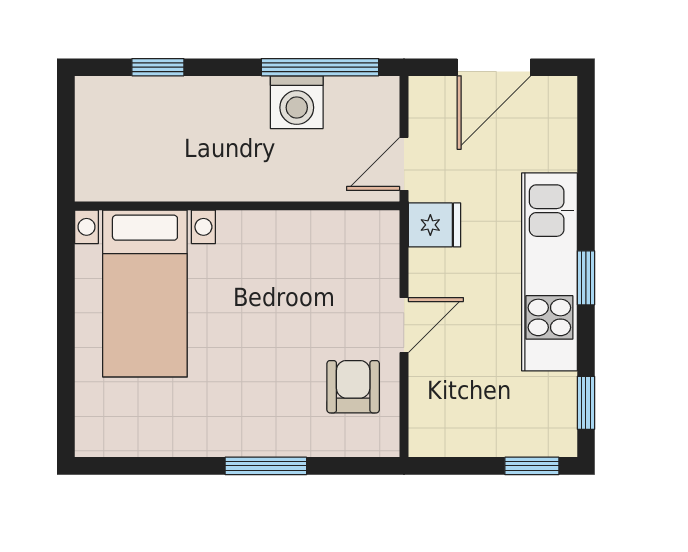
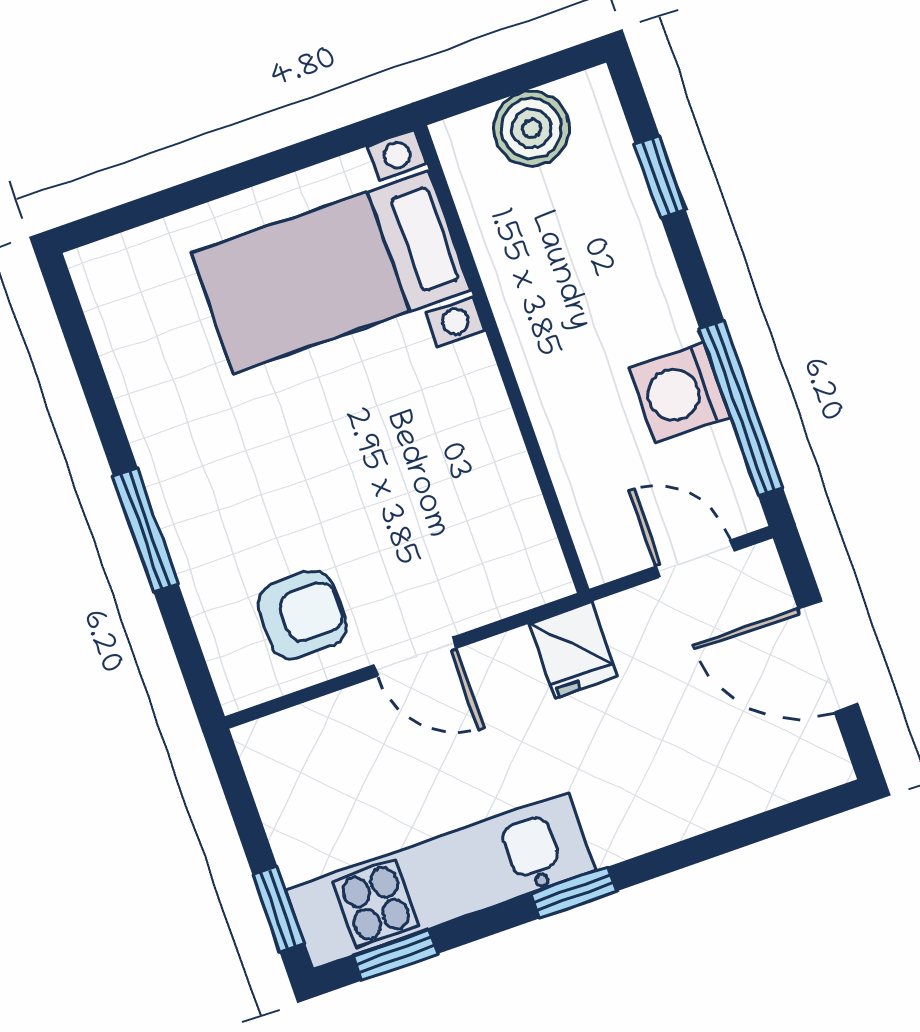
boiler: (99, 137) -> (531, 129), added
door: (404, 164) -> (695, 559), moved
kitchen unit: (549, 272) -> (441, 881), moved

